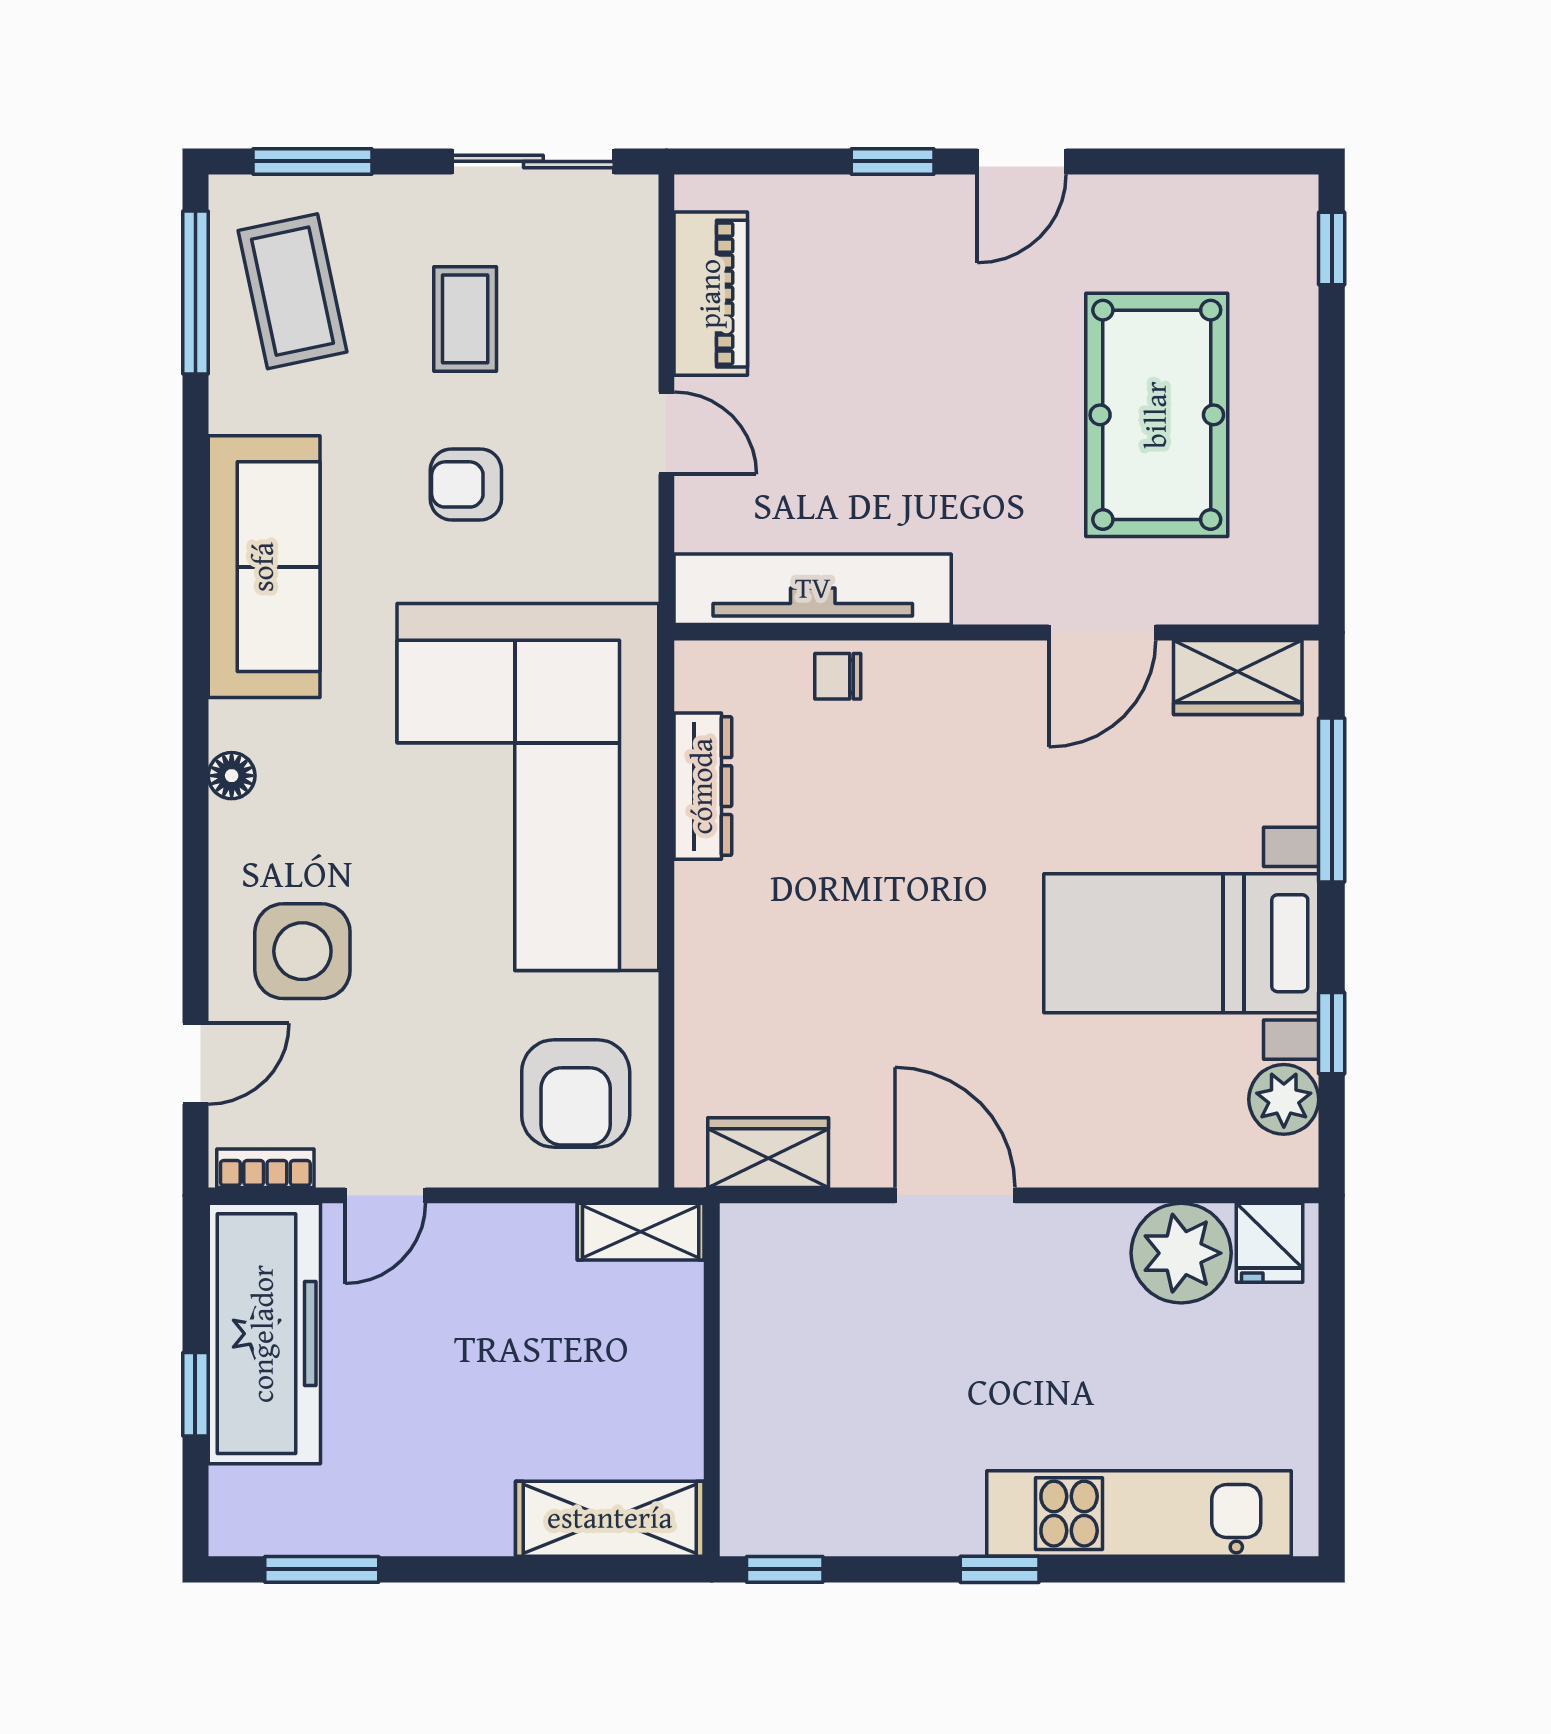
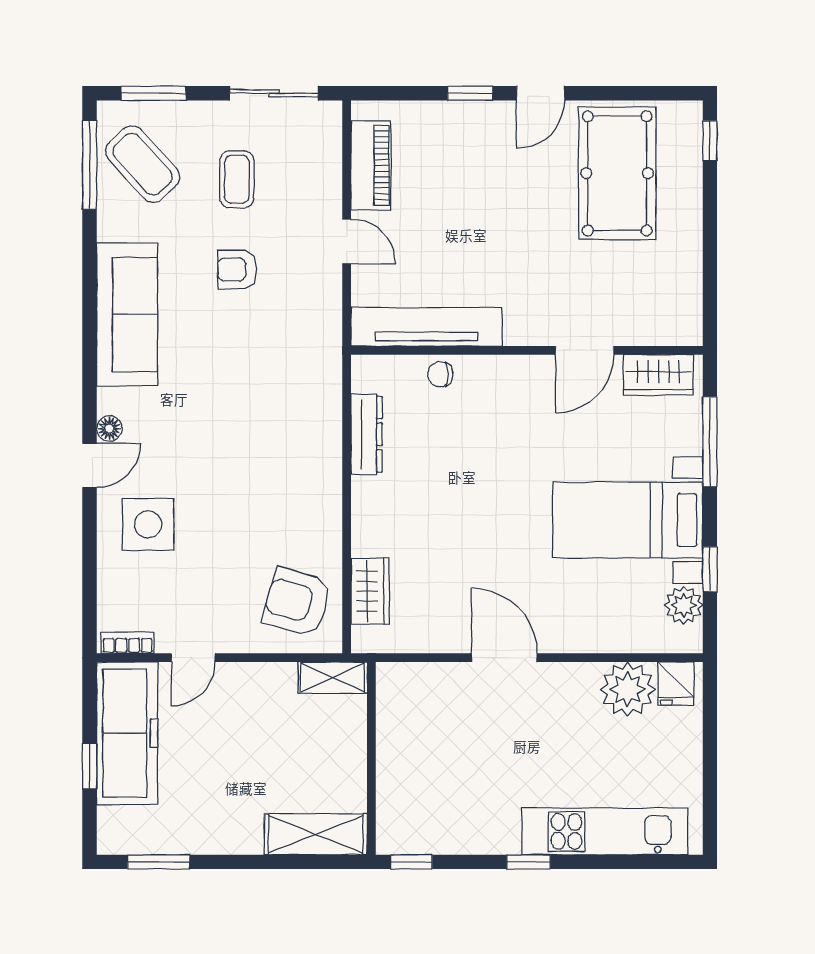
coffee table: (293, 291) -> (143, 164), turned -30
pool table: (1157, 415) -> (617, 173), moved
corner sofa: (528, 787) -> (271, 435), removed
door: (195, 1064) -> (90, 465), moved
armchair: (576, 1094) -> (297, 602), turned 106
wardrobe: (768, 1153) -> (370, 591), moved, turned 90

